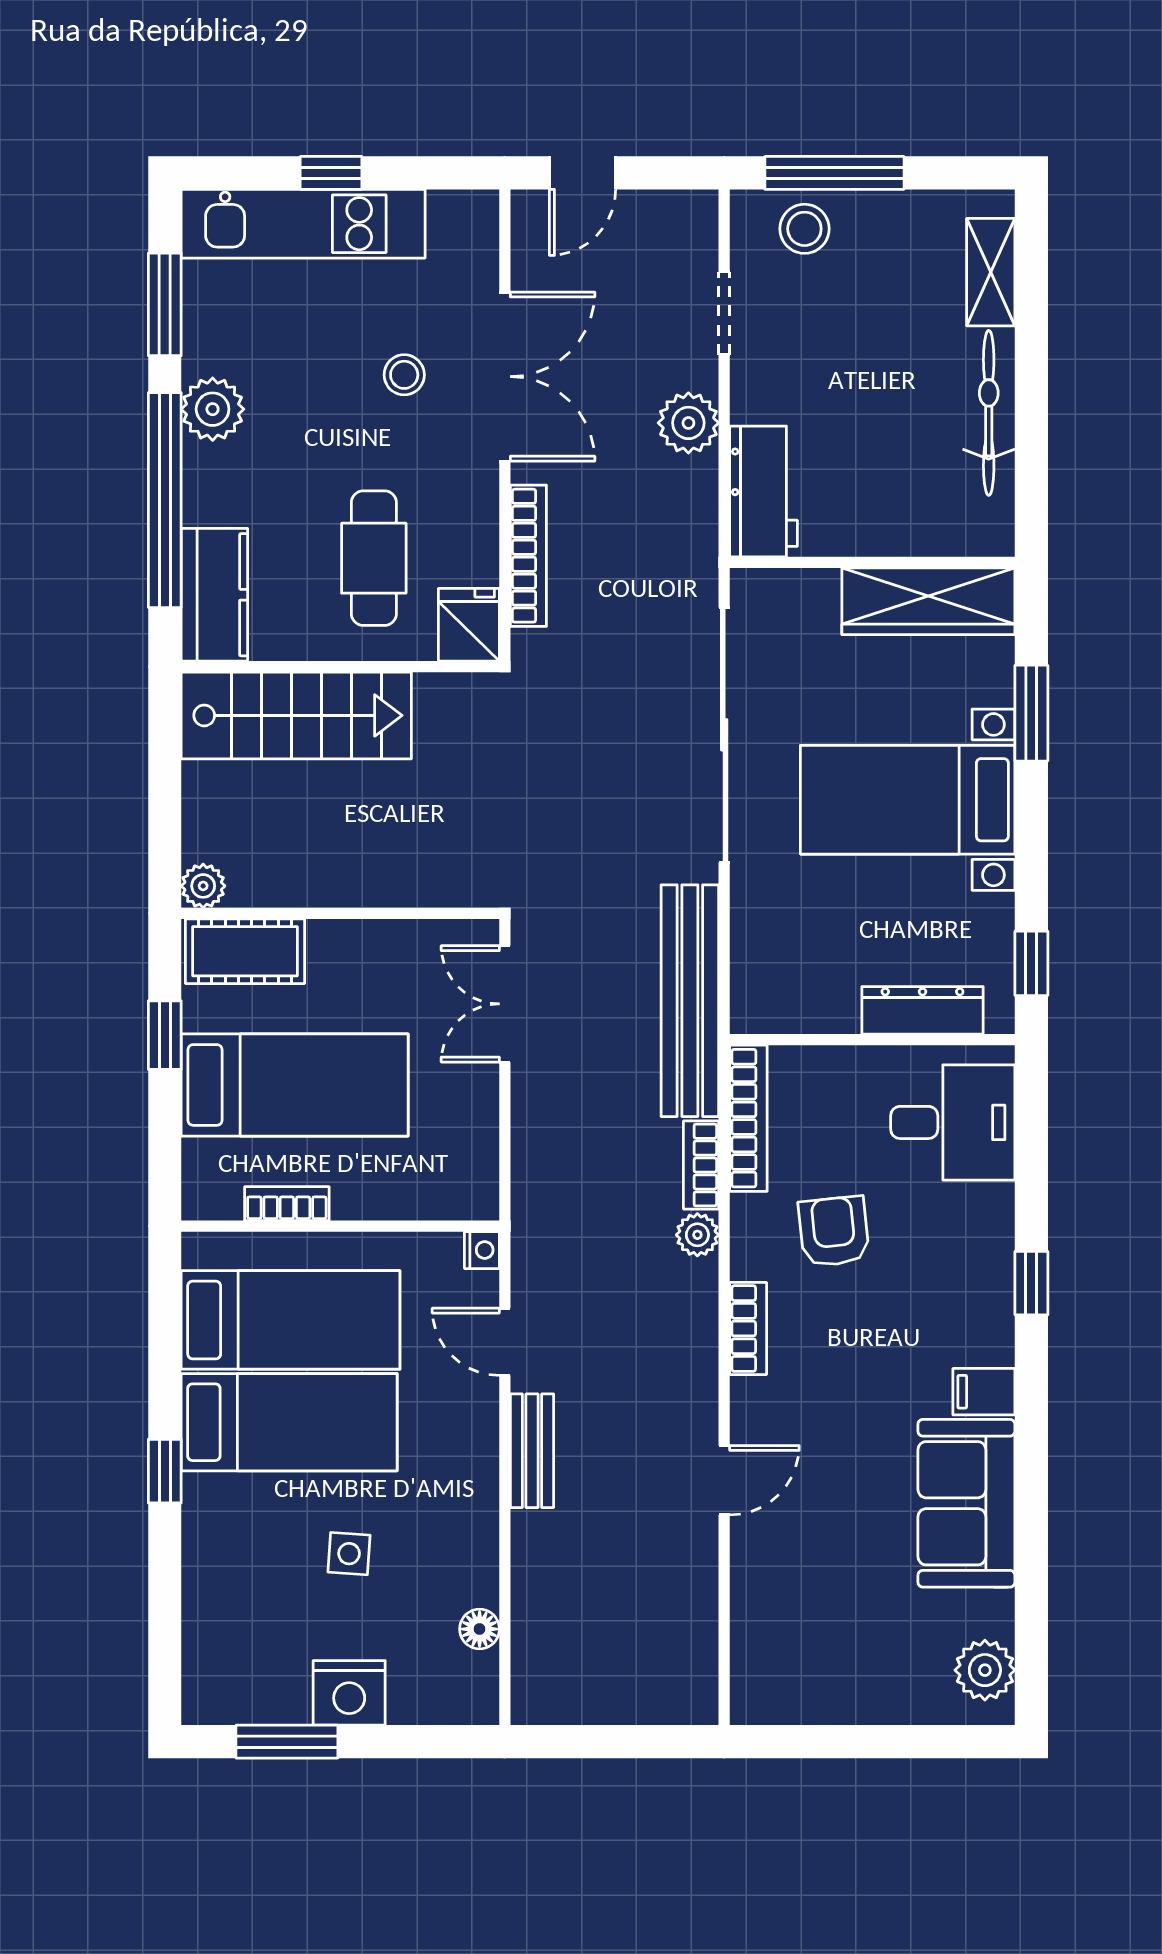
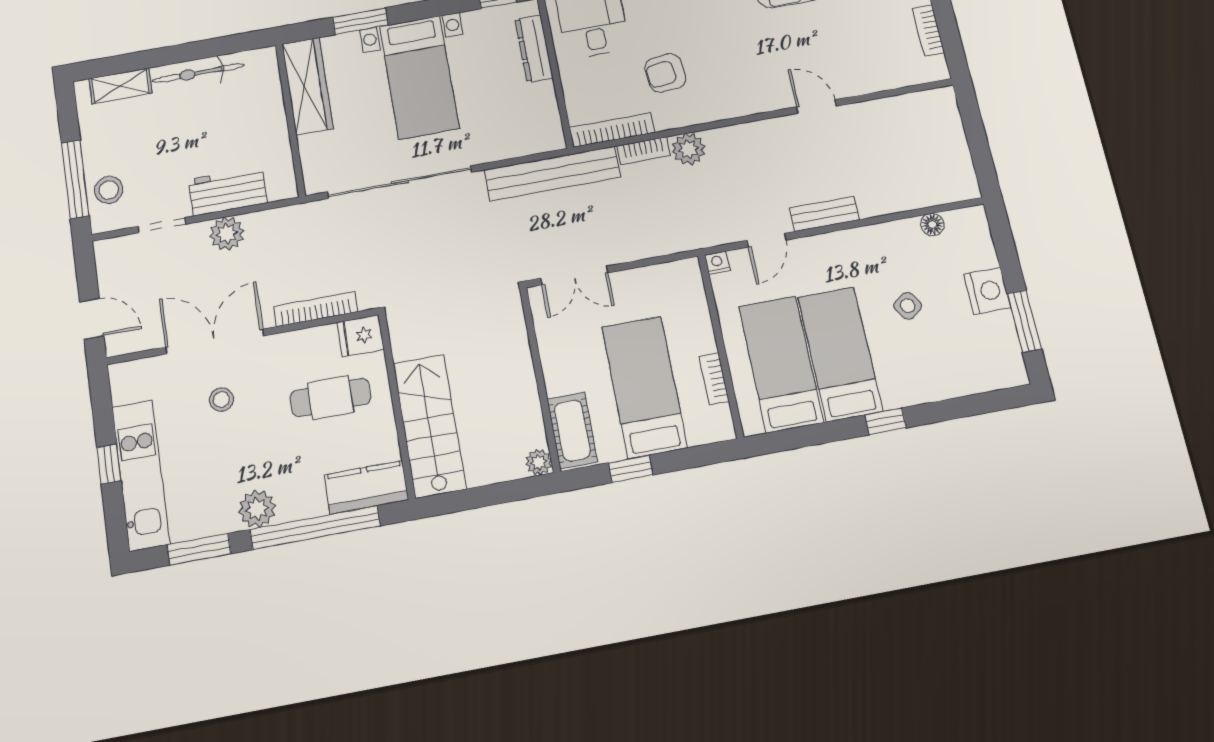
workbench: (763, 491) -> (228, 191), moved
plant: (697, 1235) -> (688, 149), width x1.38, depth x1.38
bookcase: (748, 1329) -> (928, 30), moved, turned -90
side table: (349, 1554) -> (908, 306), turned -38

